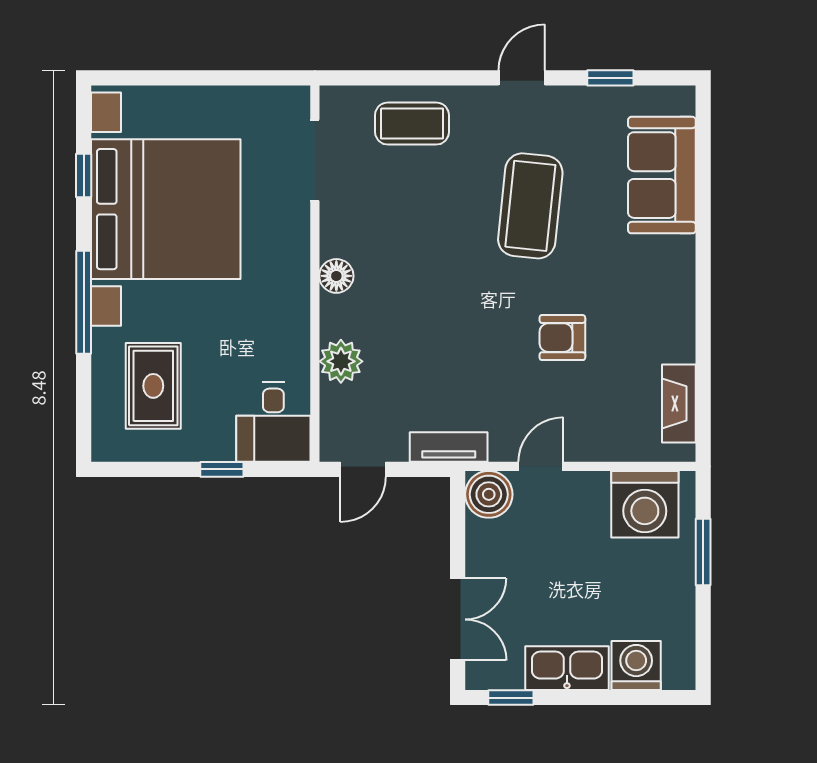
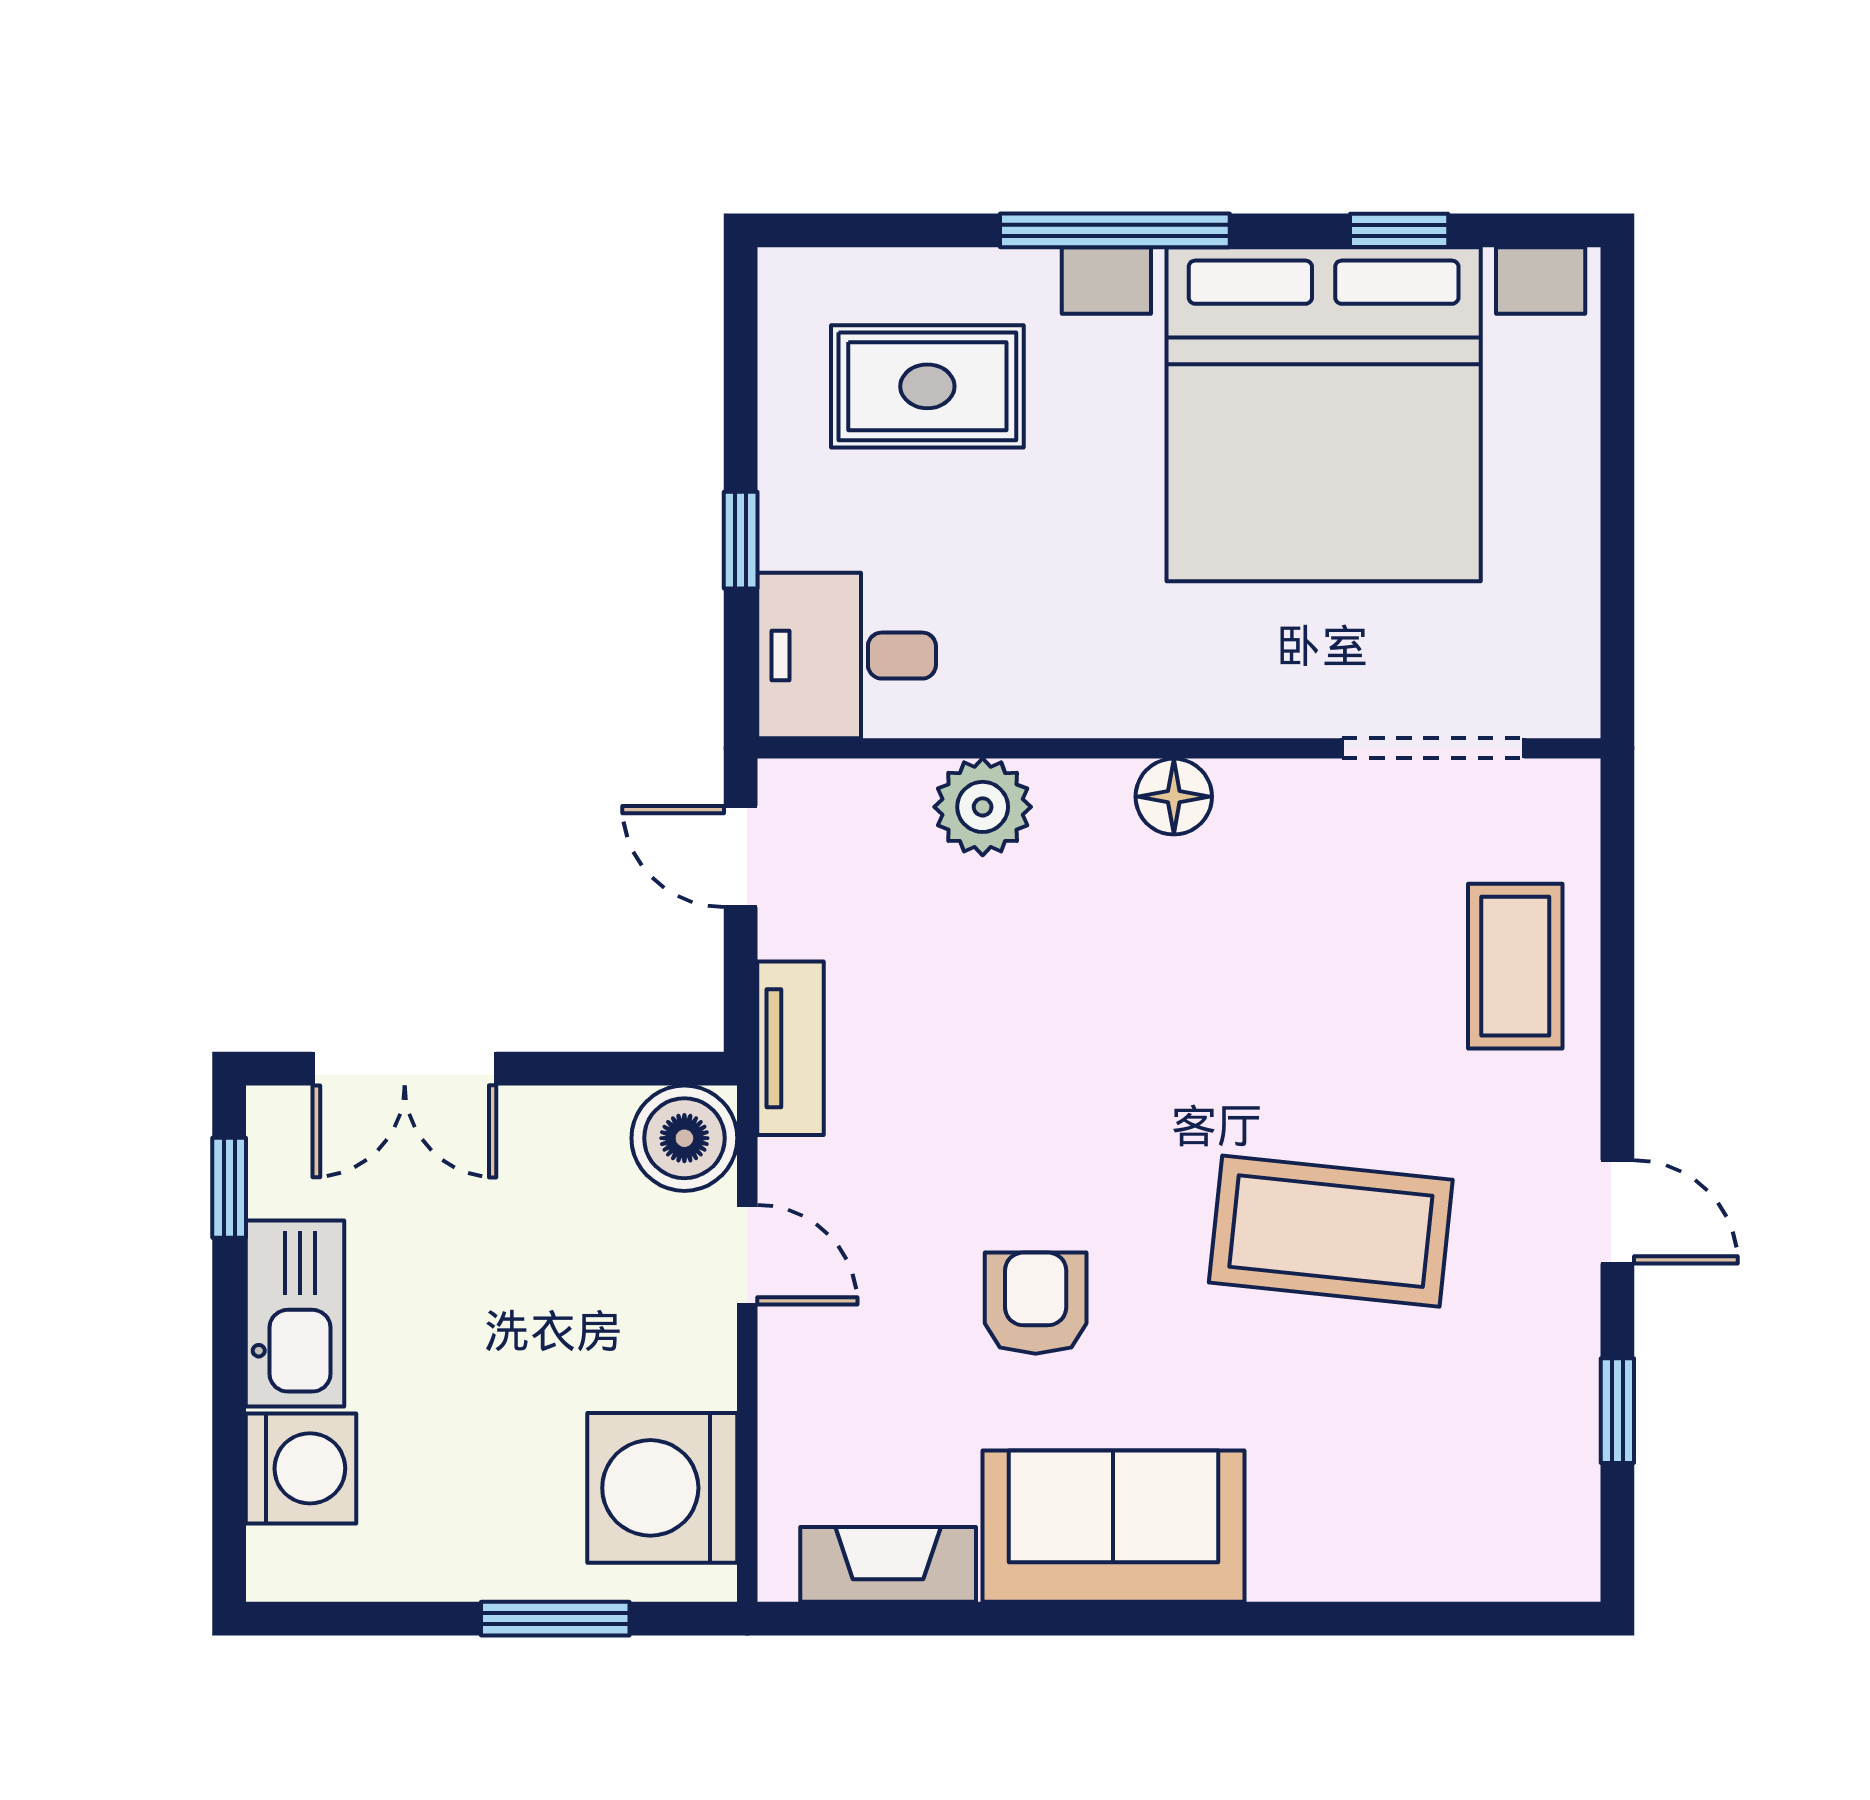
sofa: (662, 175) -> (1113, 1526), moved

